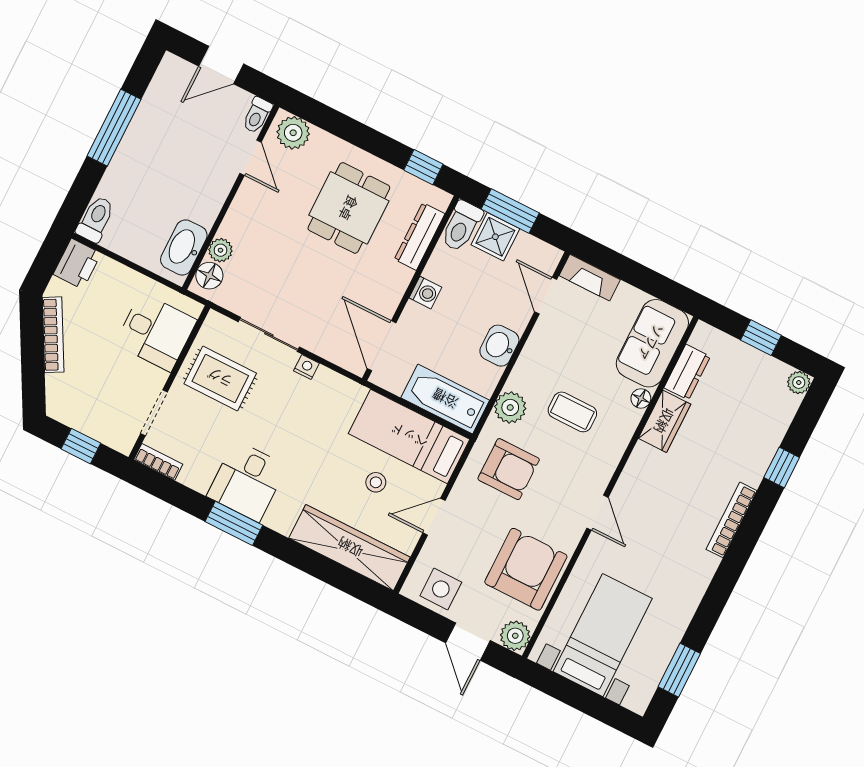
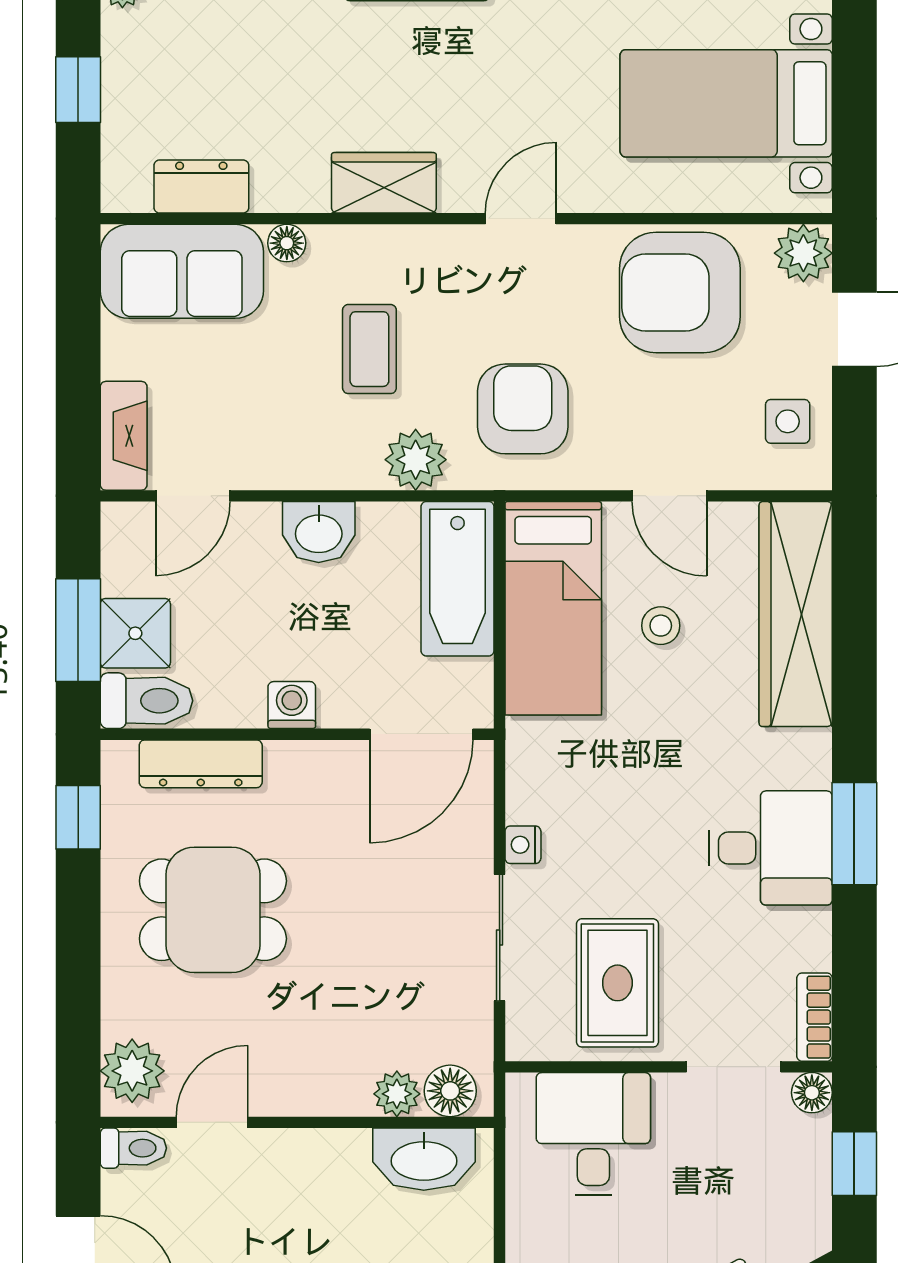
wardrobe: (665, 421) -> (384, 183), moved
floor lamp: (124, 443) -> (812, 1093), added
side table: (441, 589) -> (788, 421), width x0.73, depth x0.73

